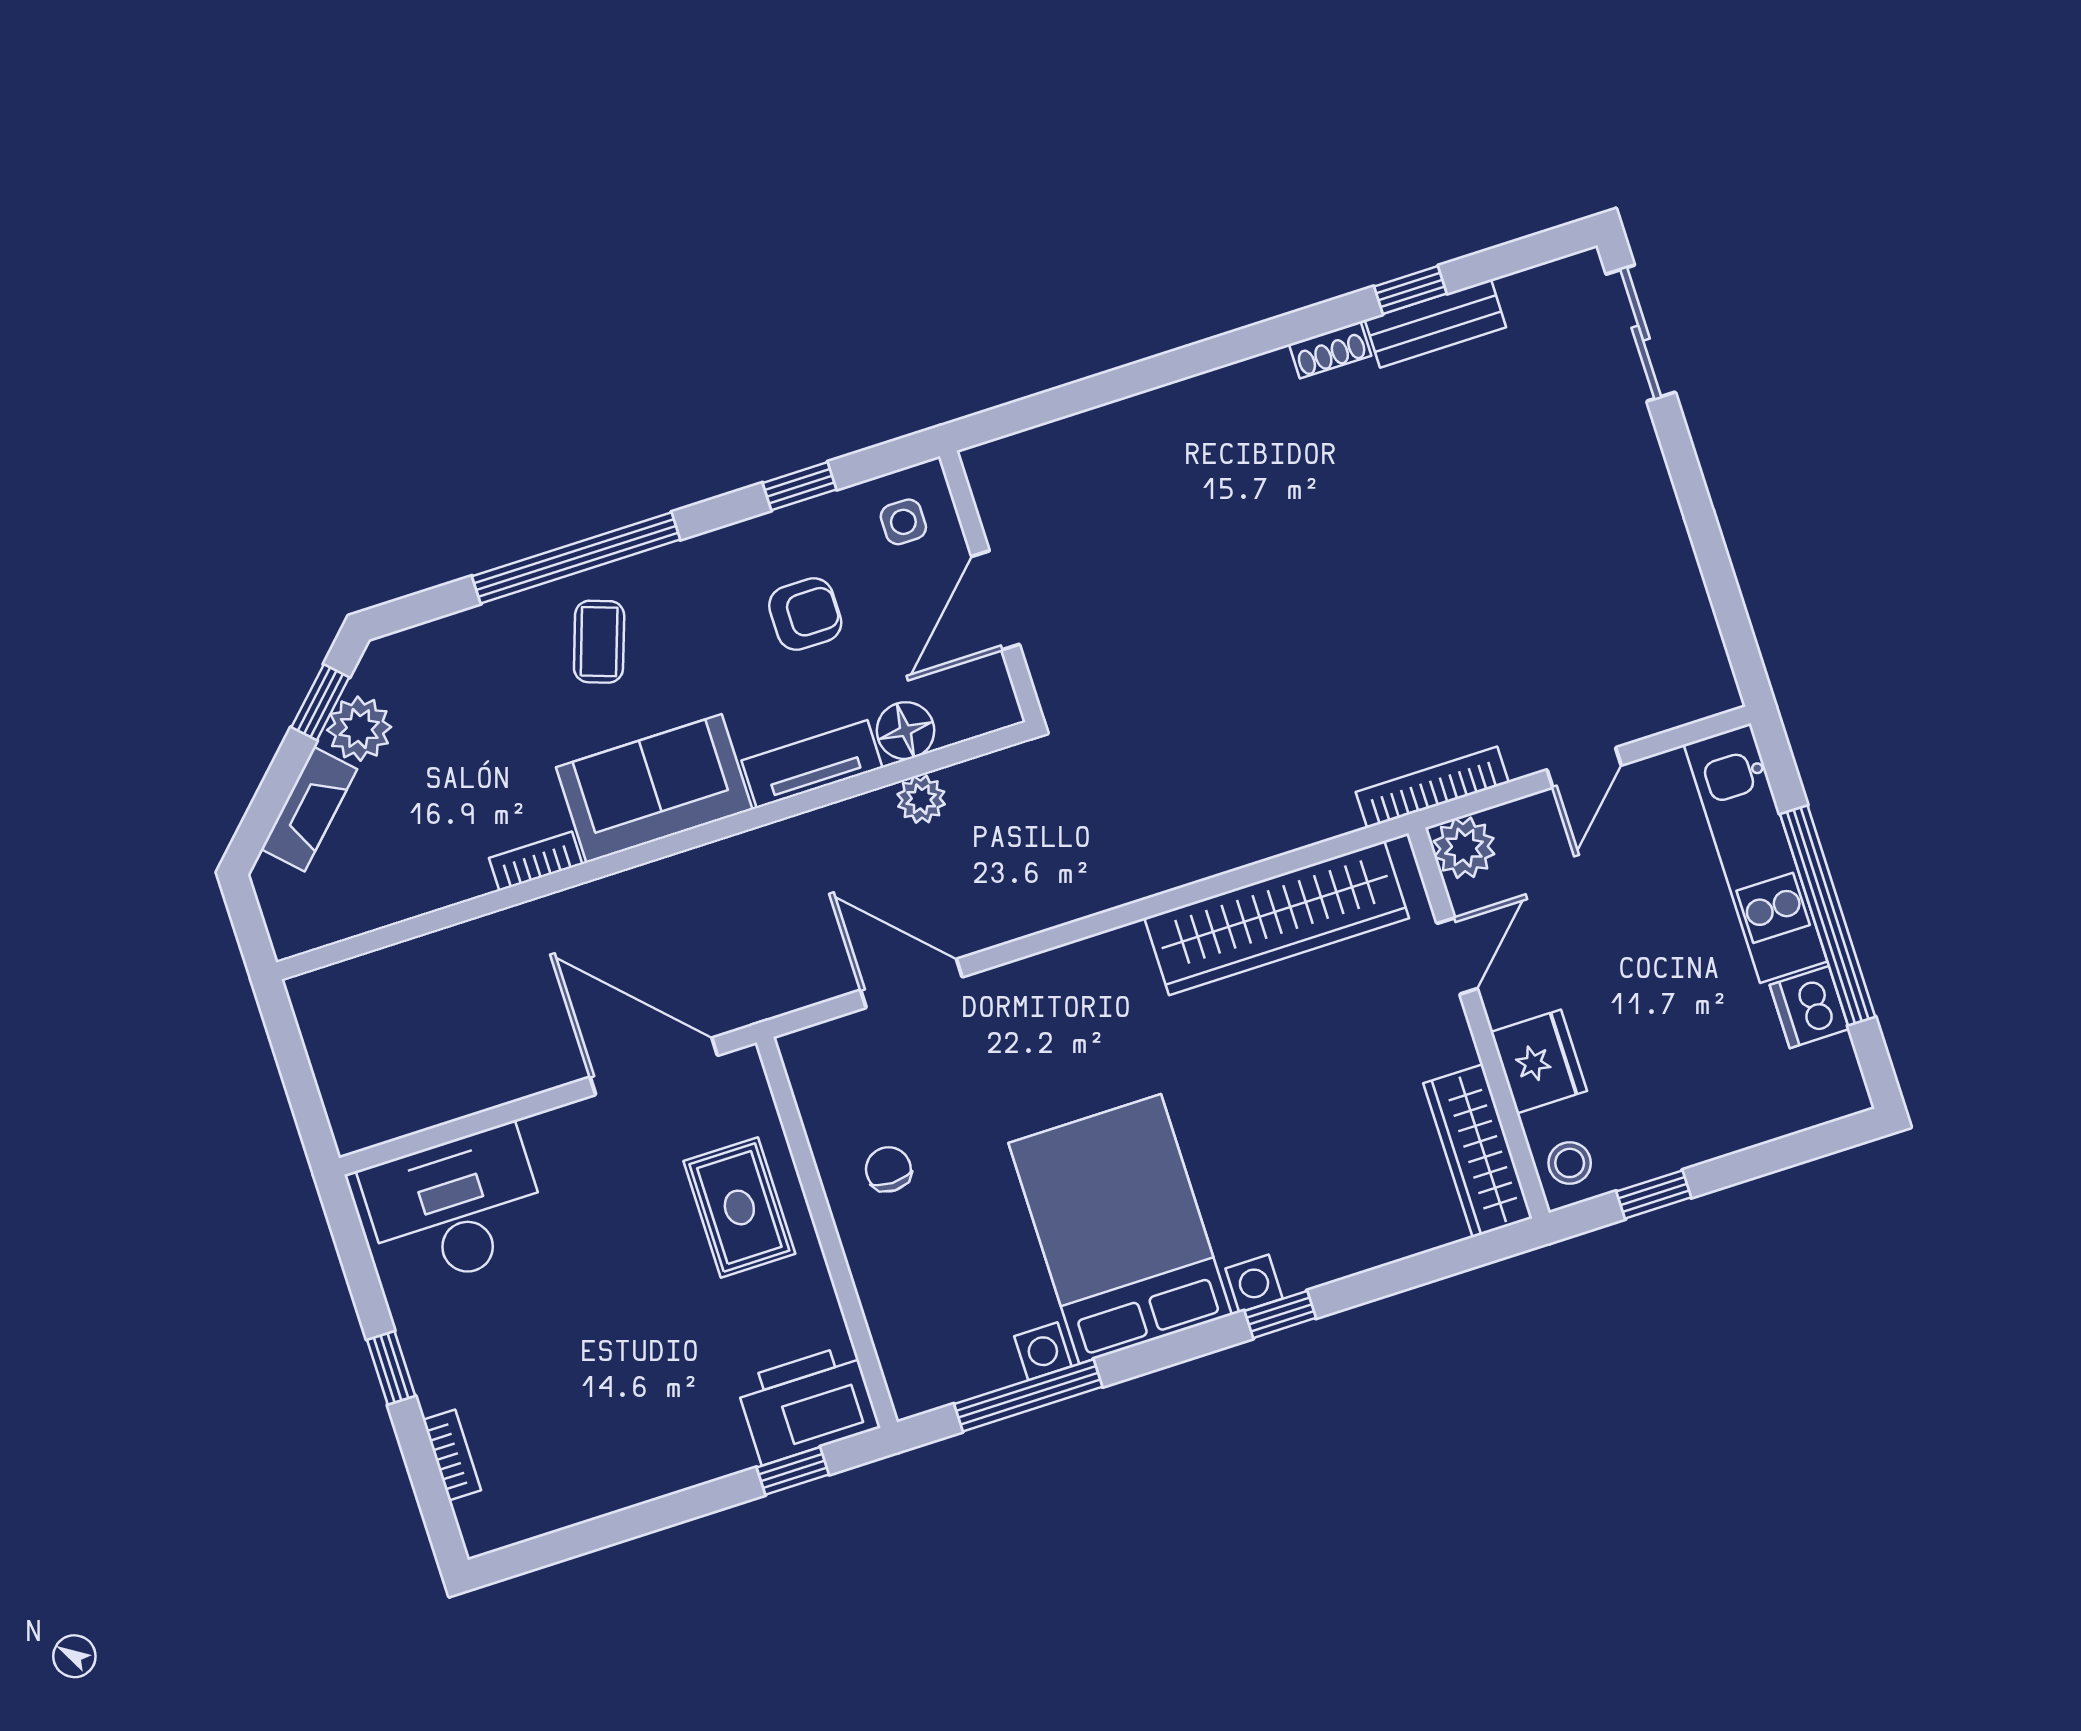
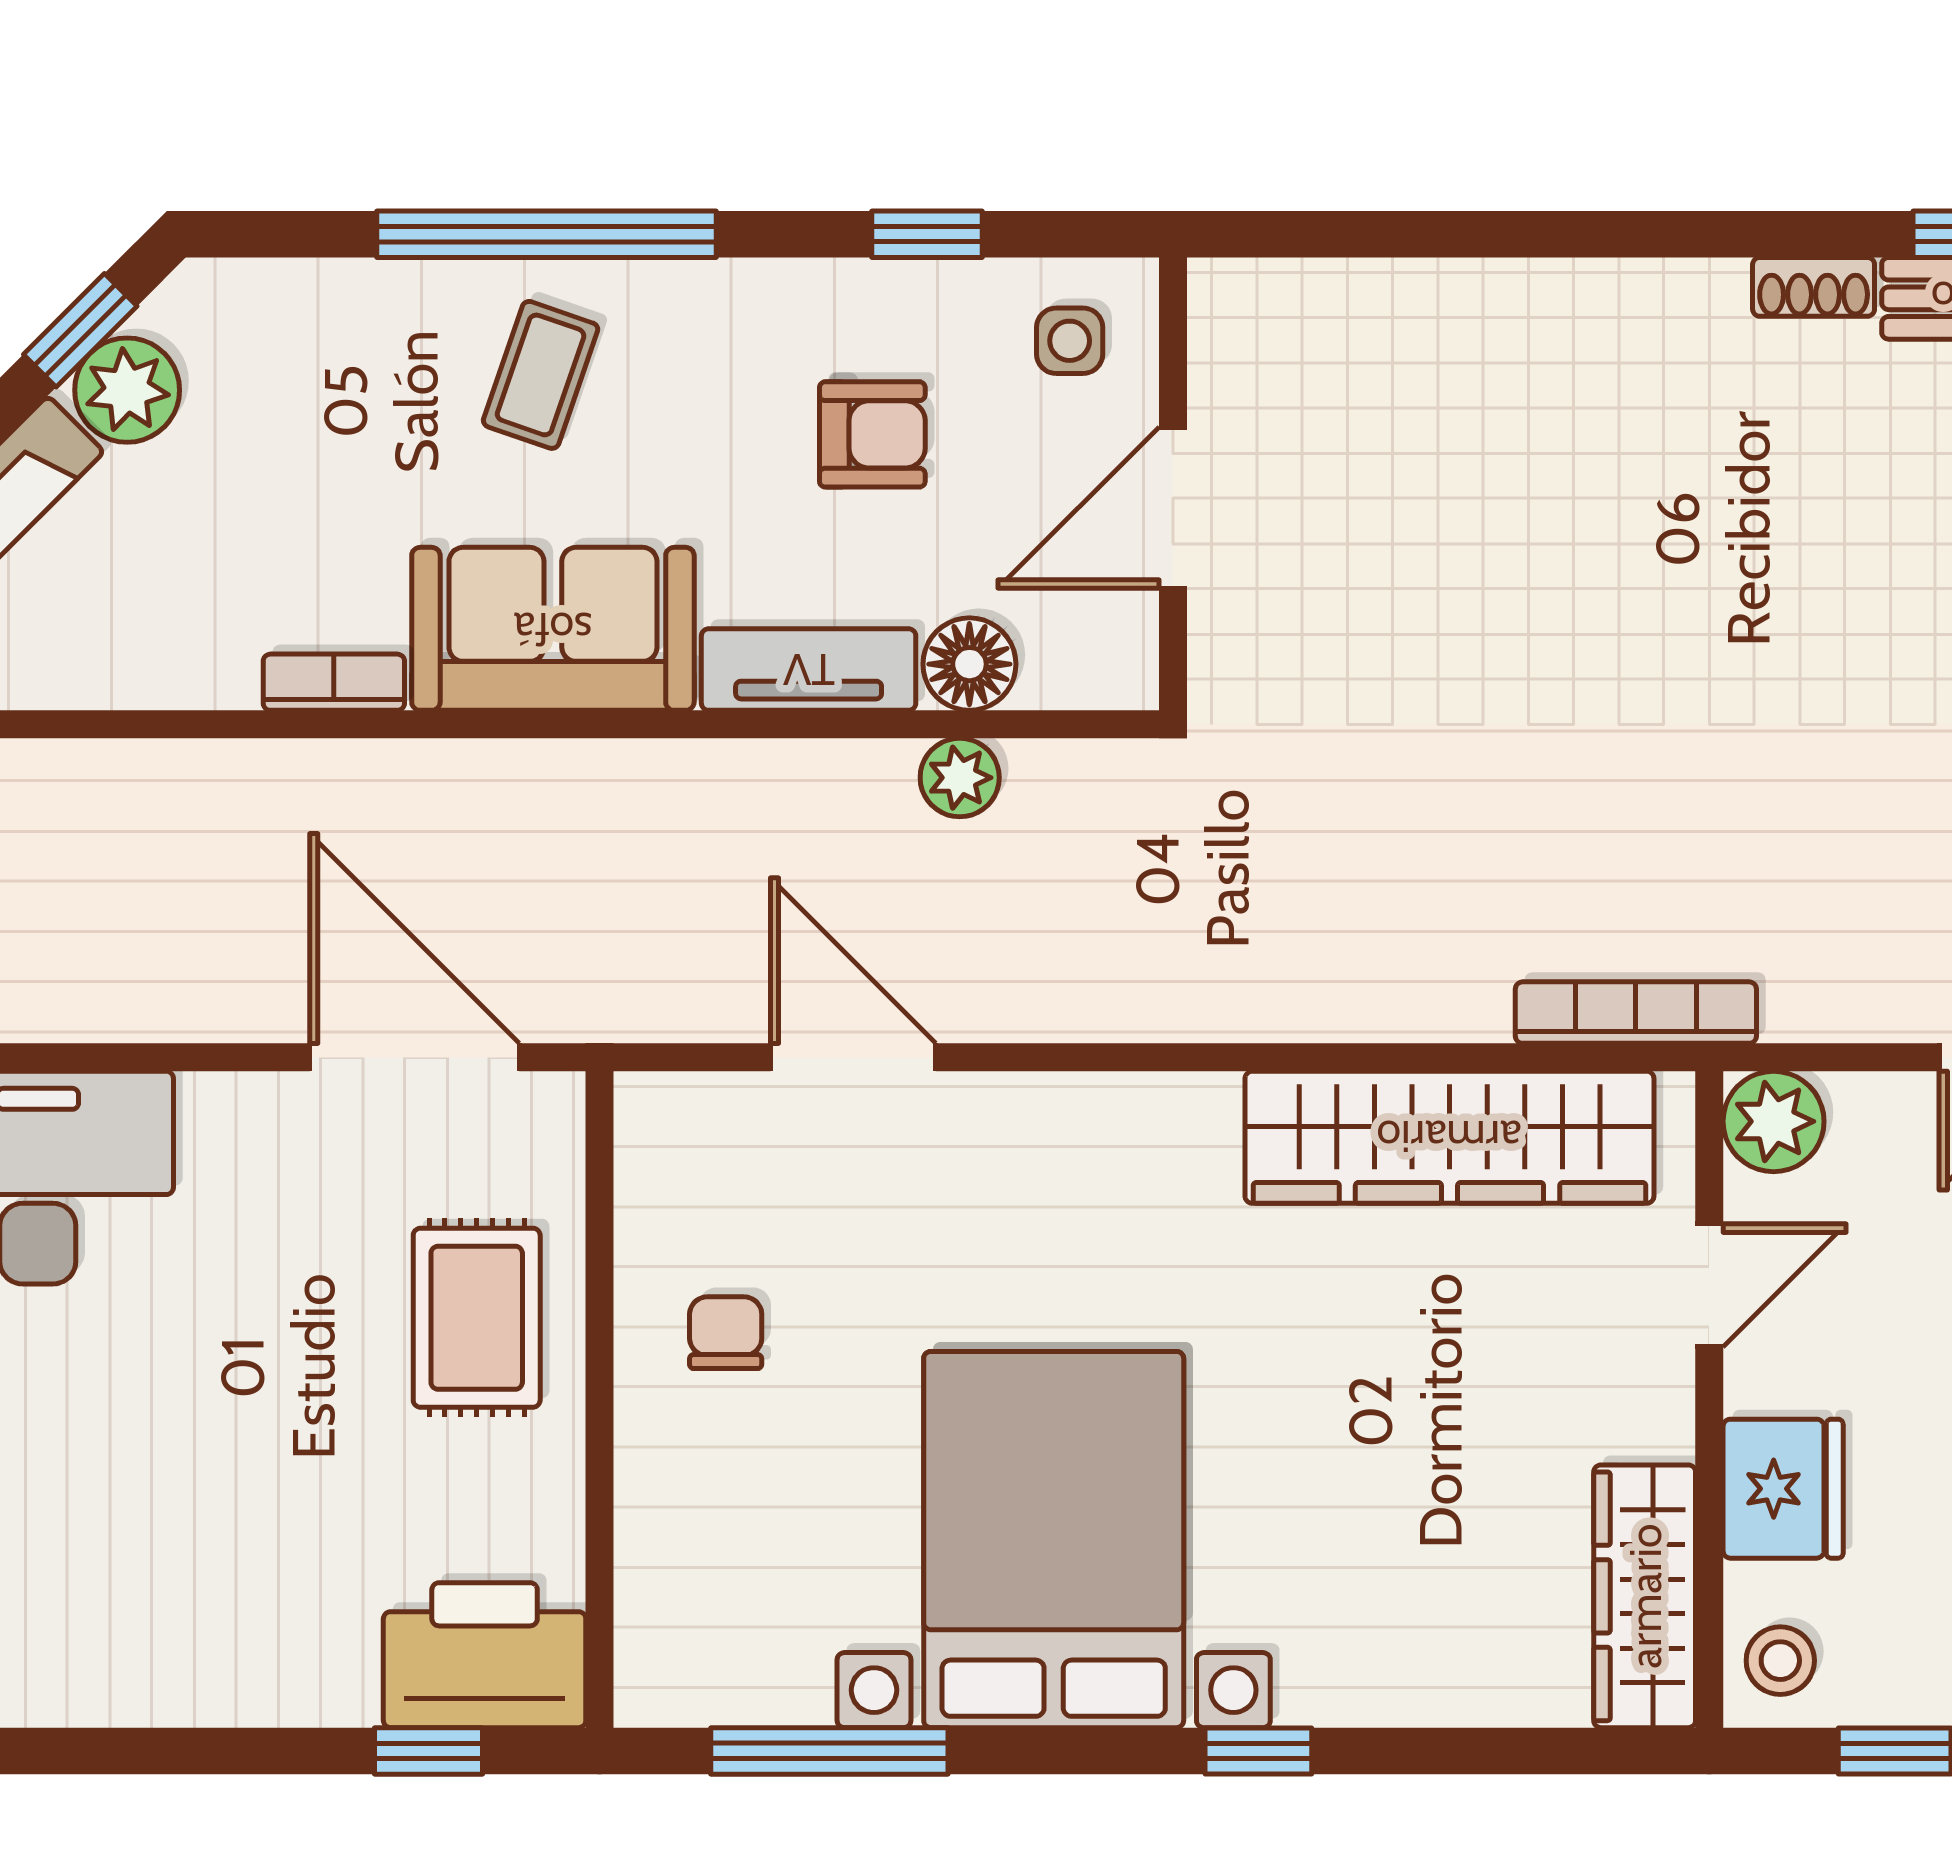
bookcase: (1432, 787) -> (1636, 1013), moved

